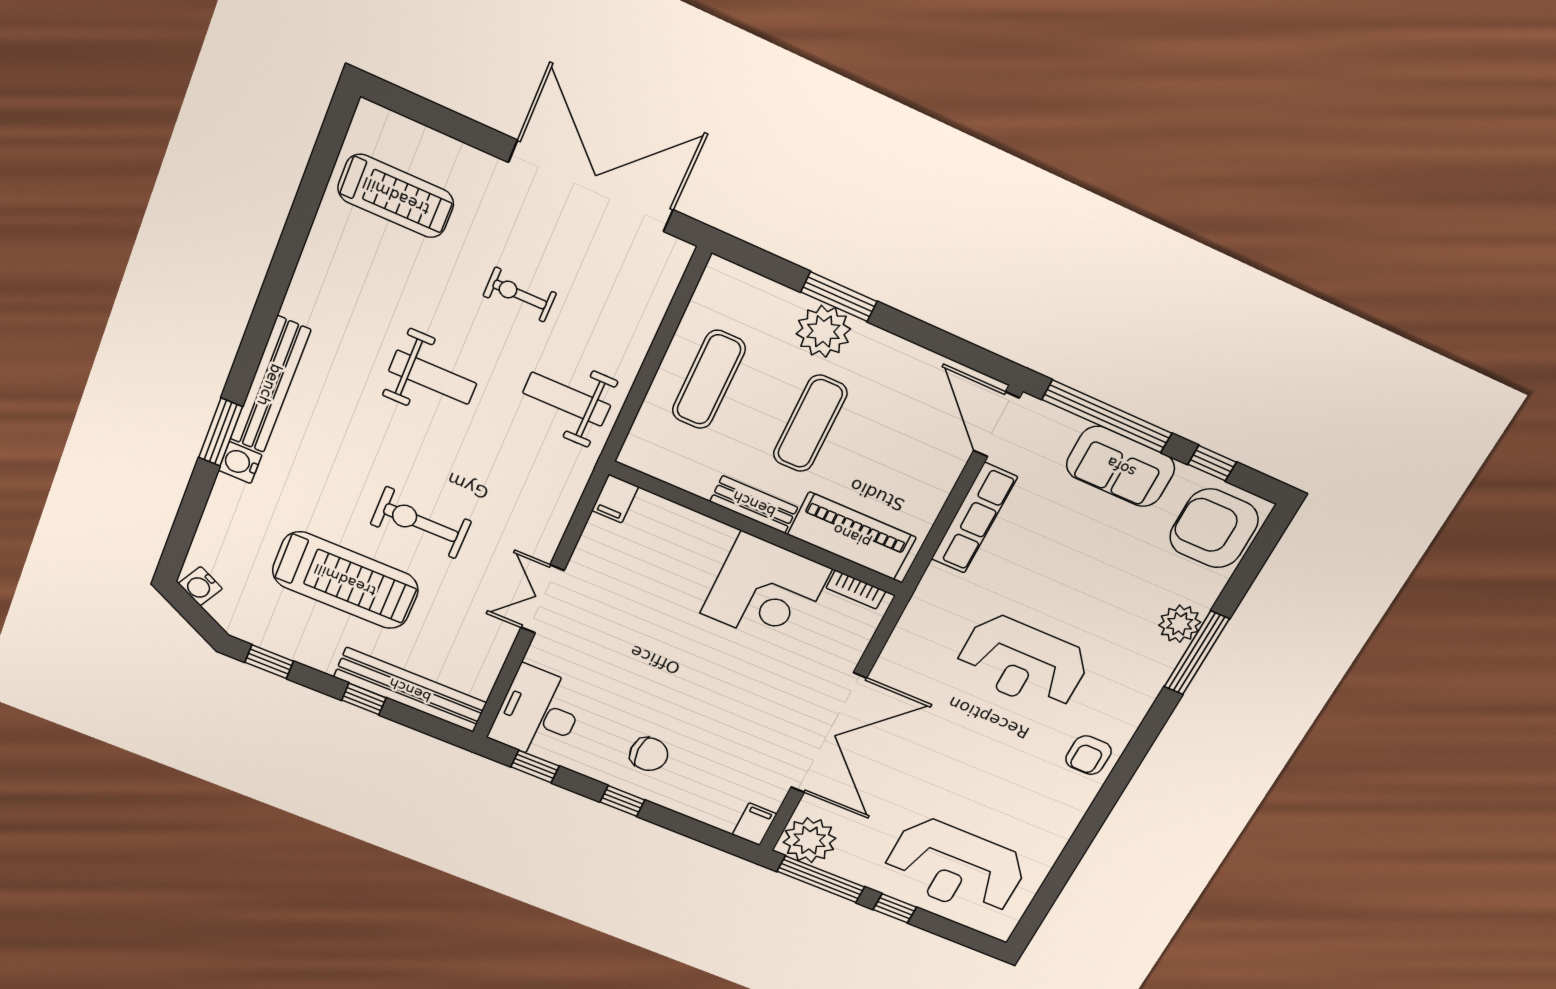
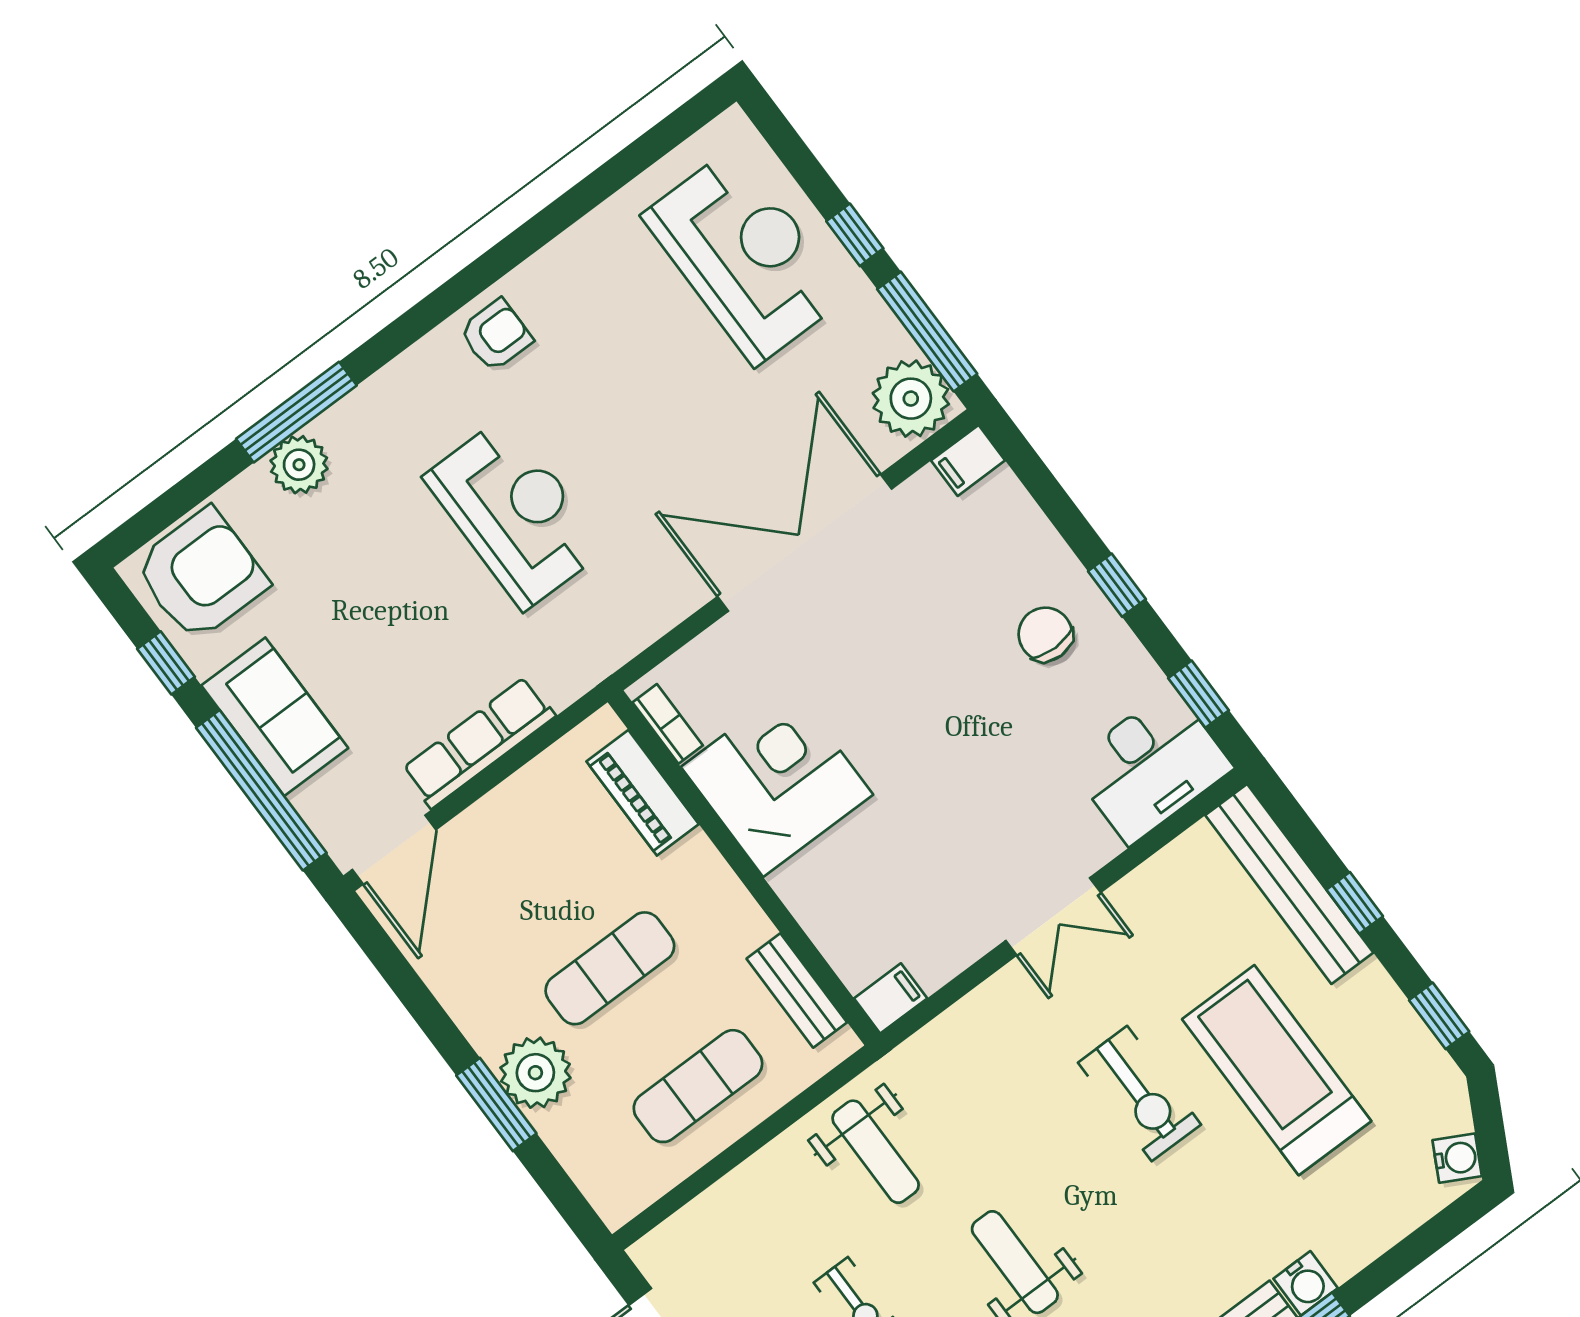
bench: (754, 504) -> (797, 990), moved
armchair: (1214, 528) -> (201, 574), turned -90
piano: (852, 536) -> (643, 793), width x0.73, depth x0.75

